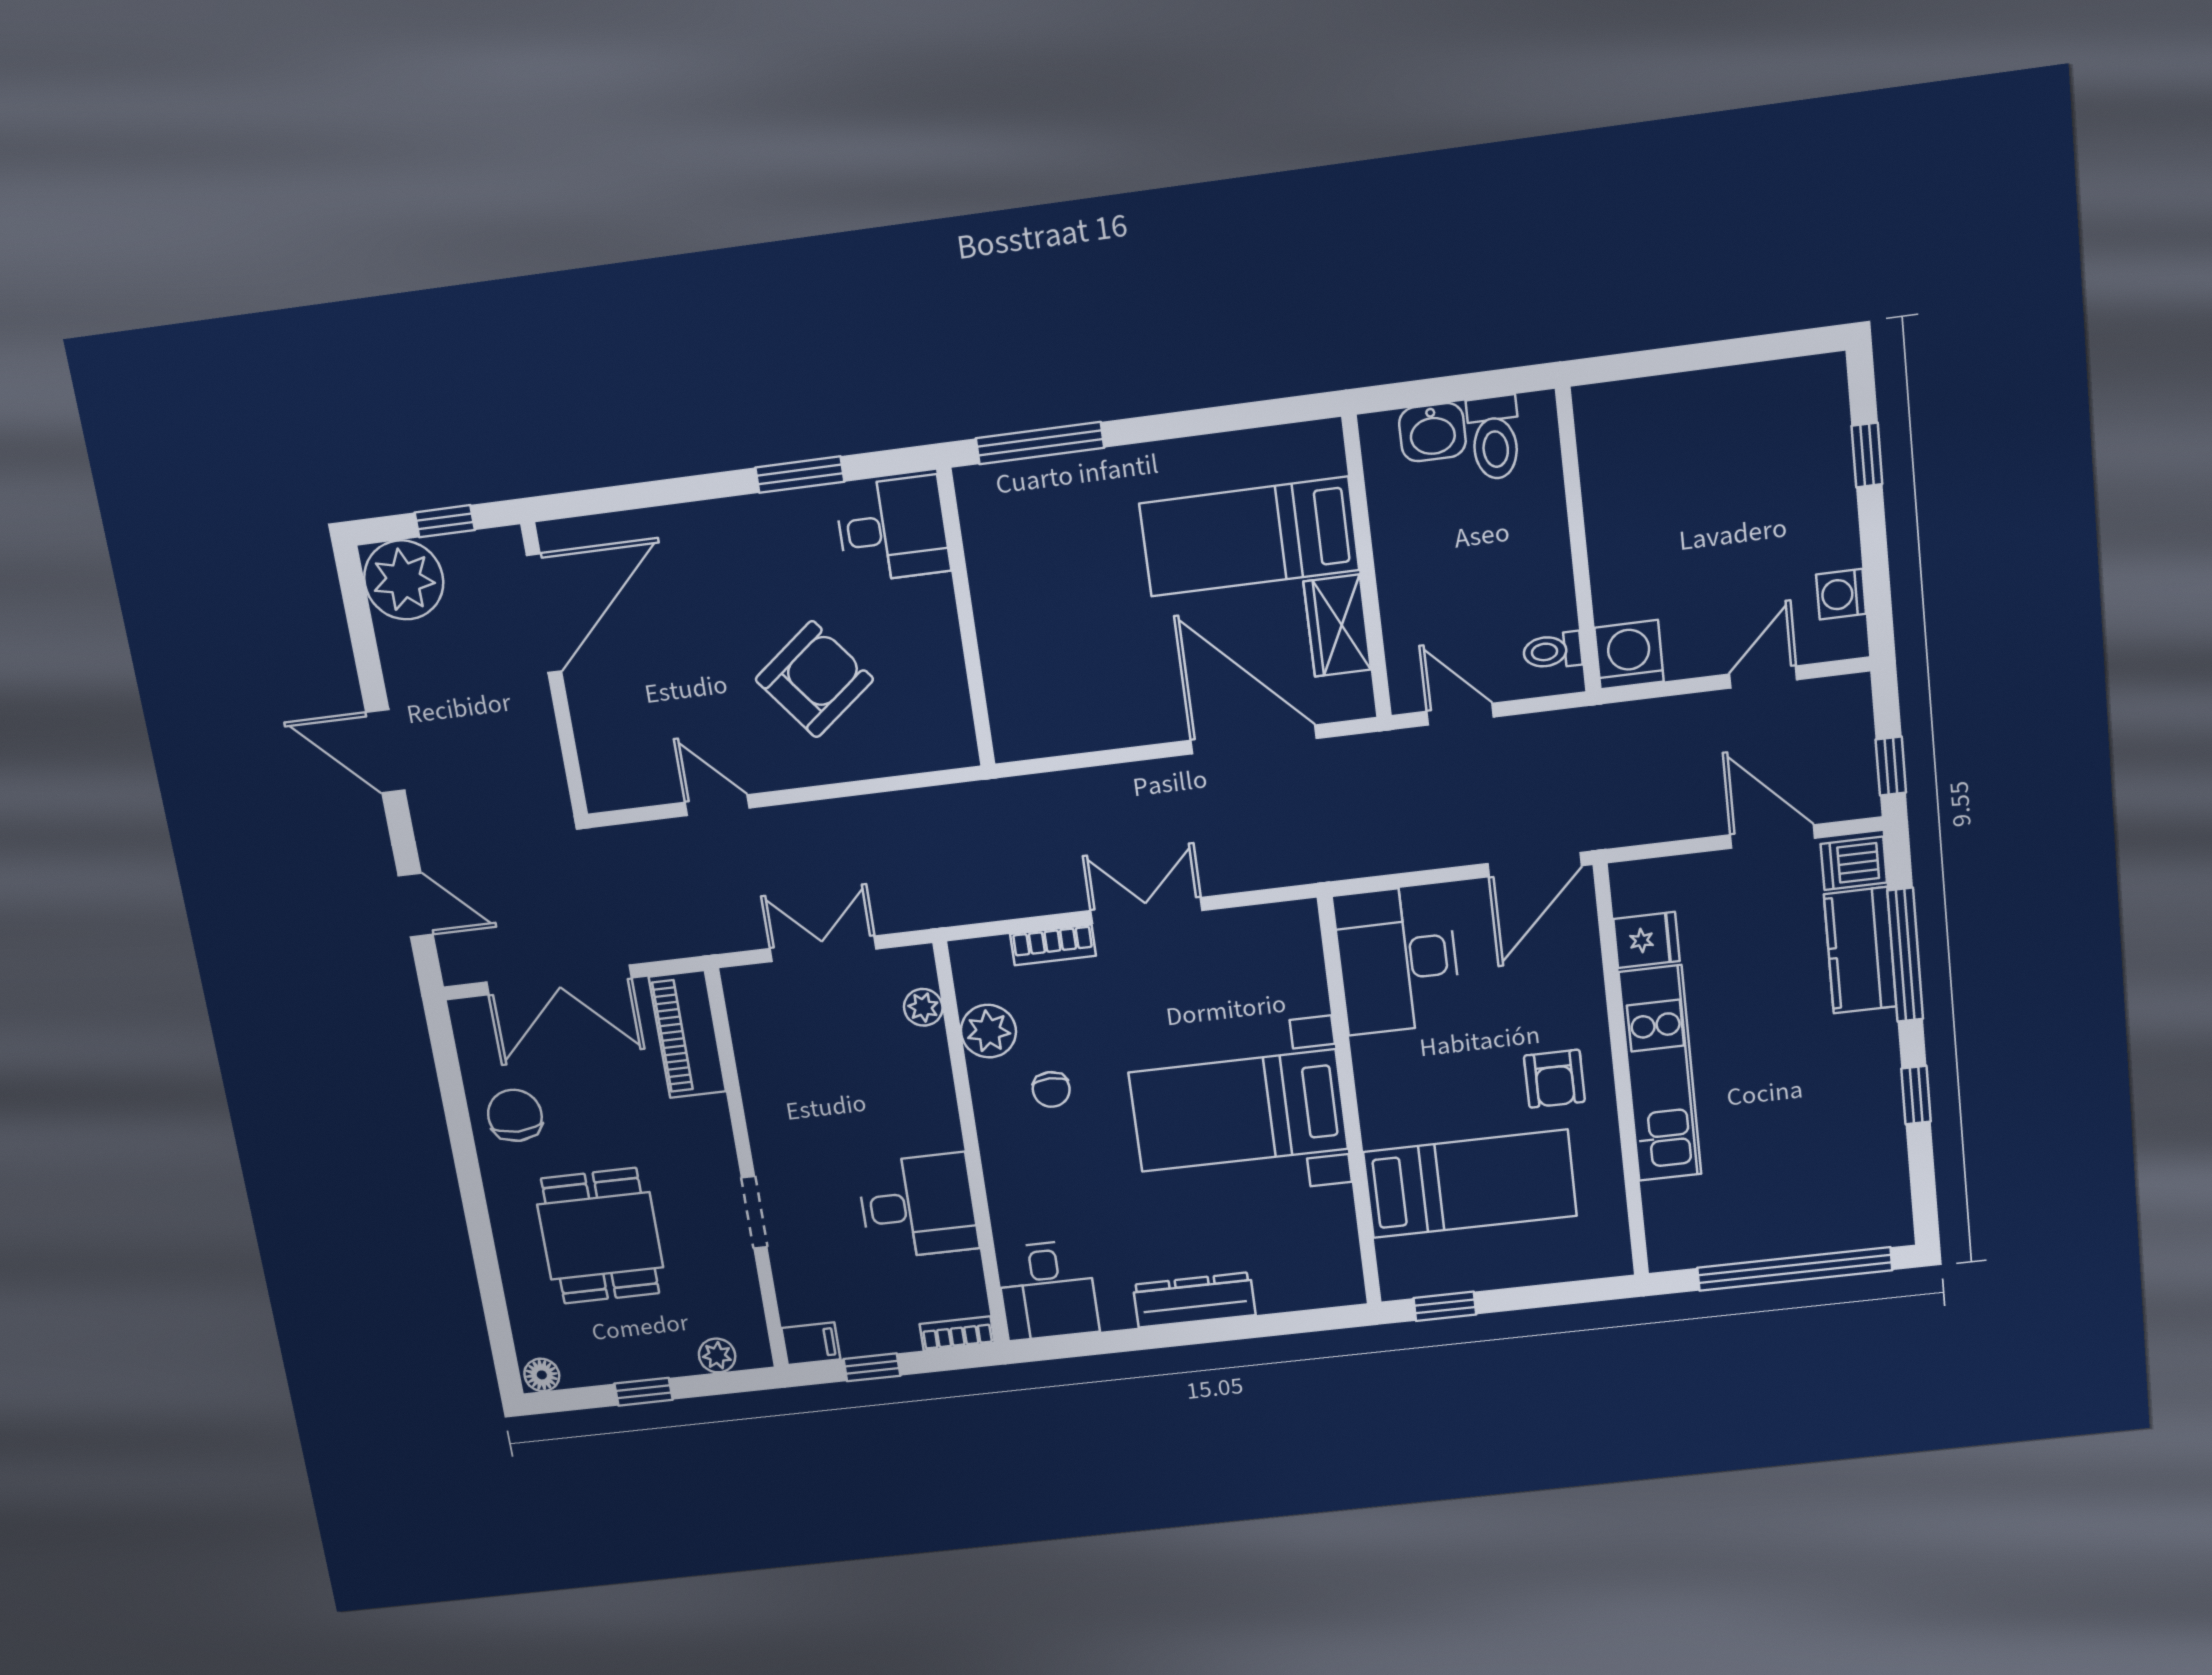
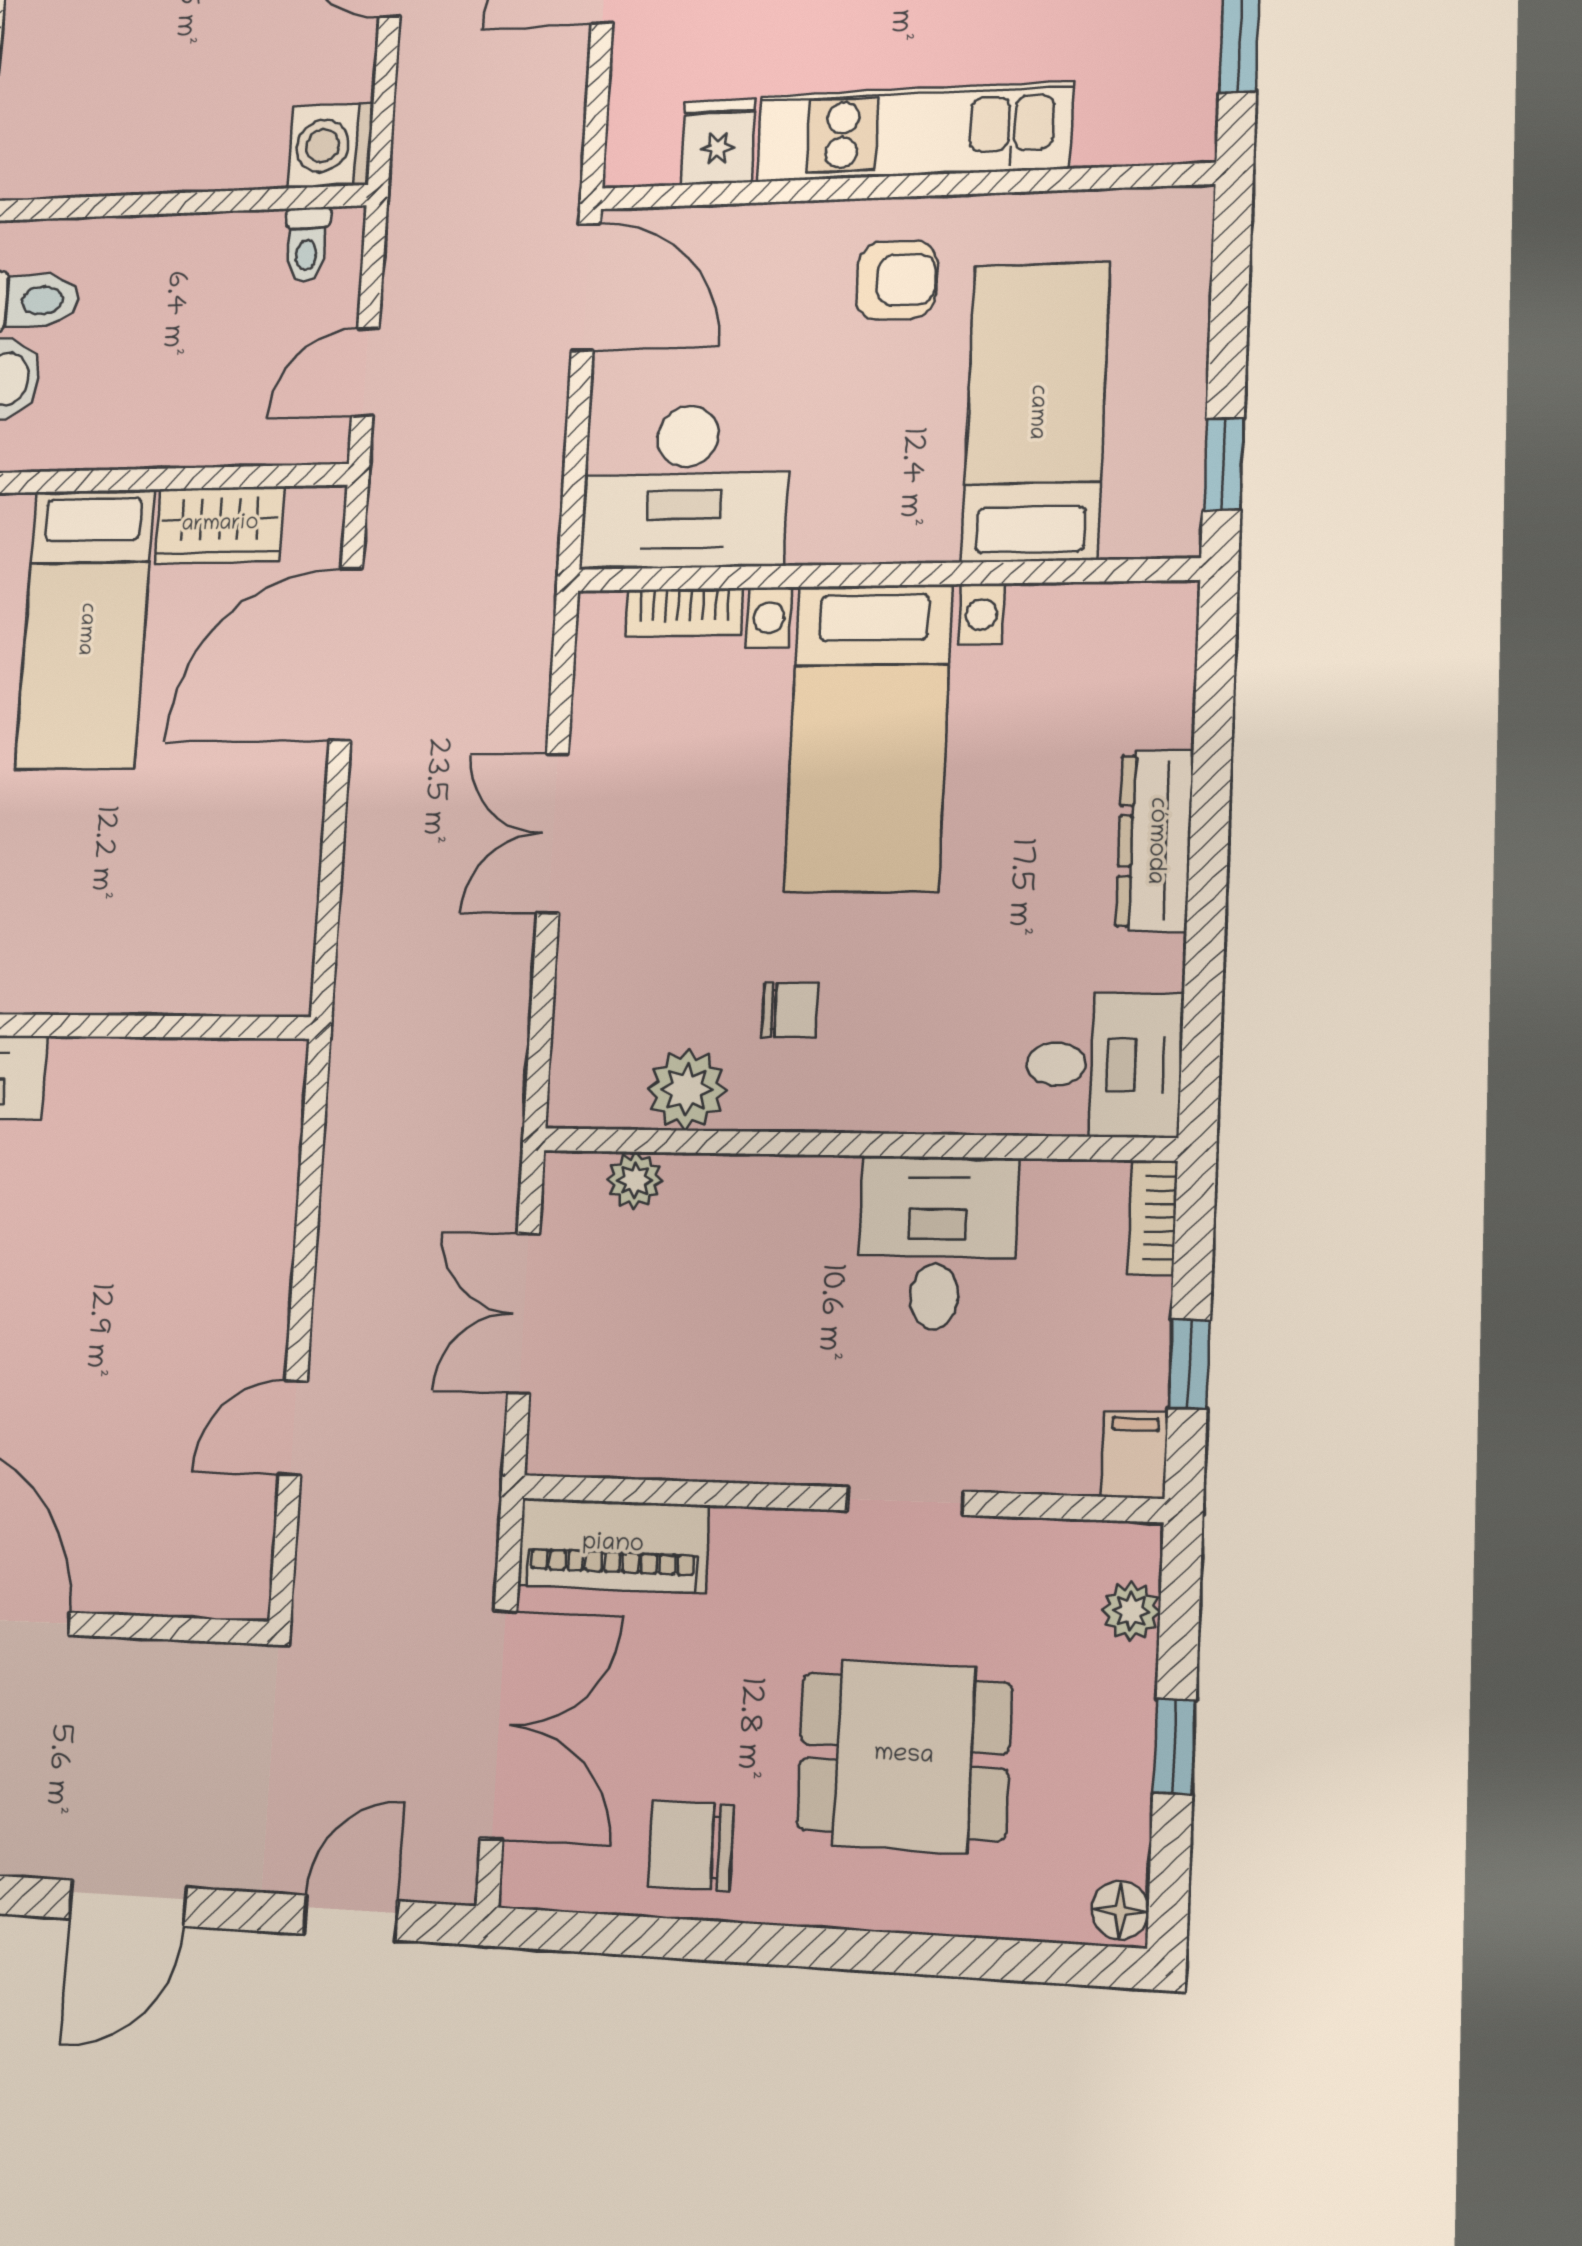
armchair: (814, 679) -> (151, 1253), removed
bookcase: (1053, 945) -> (684, 612), moved, turned 90

